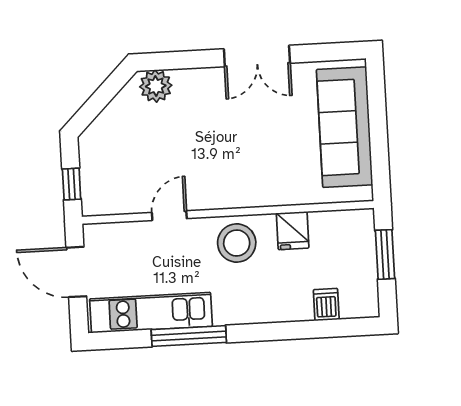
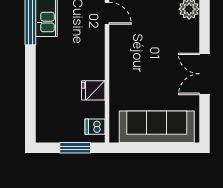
stool: (237, 243) -> (87, 55), removed
dishwasher: (326, 305) -> (95, 127), moved, turned 180

